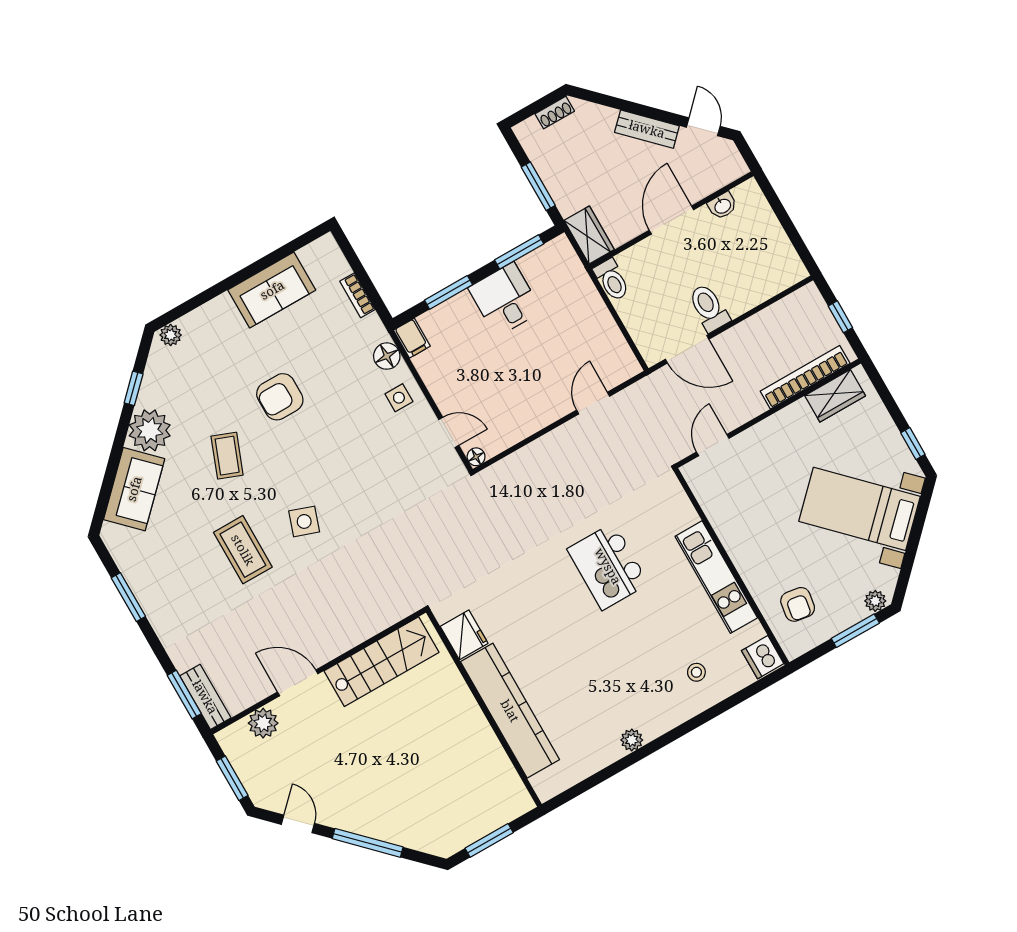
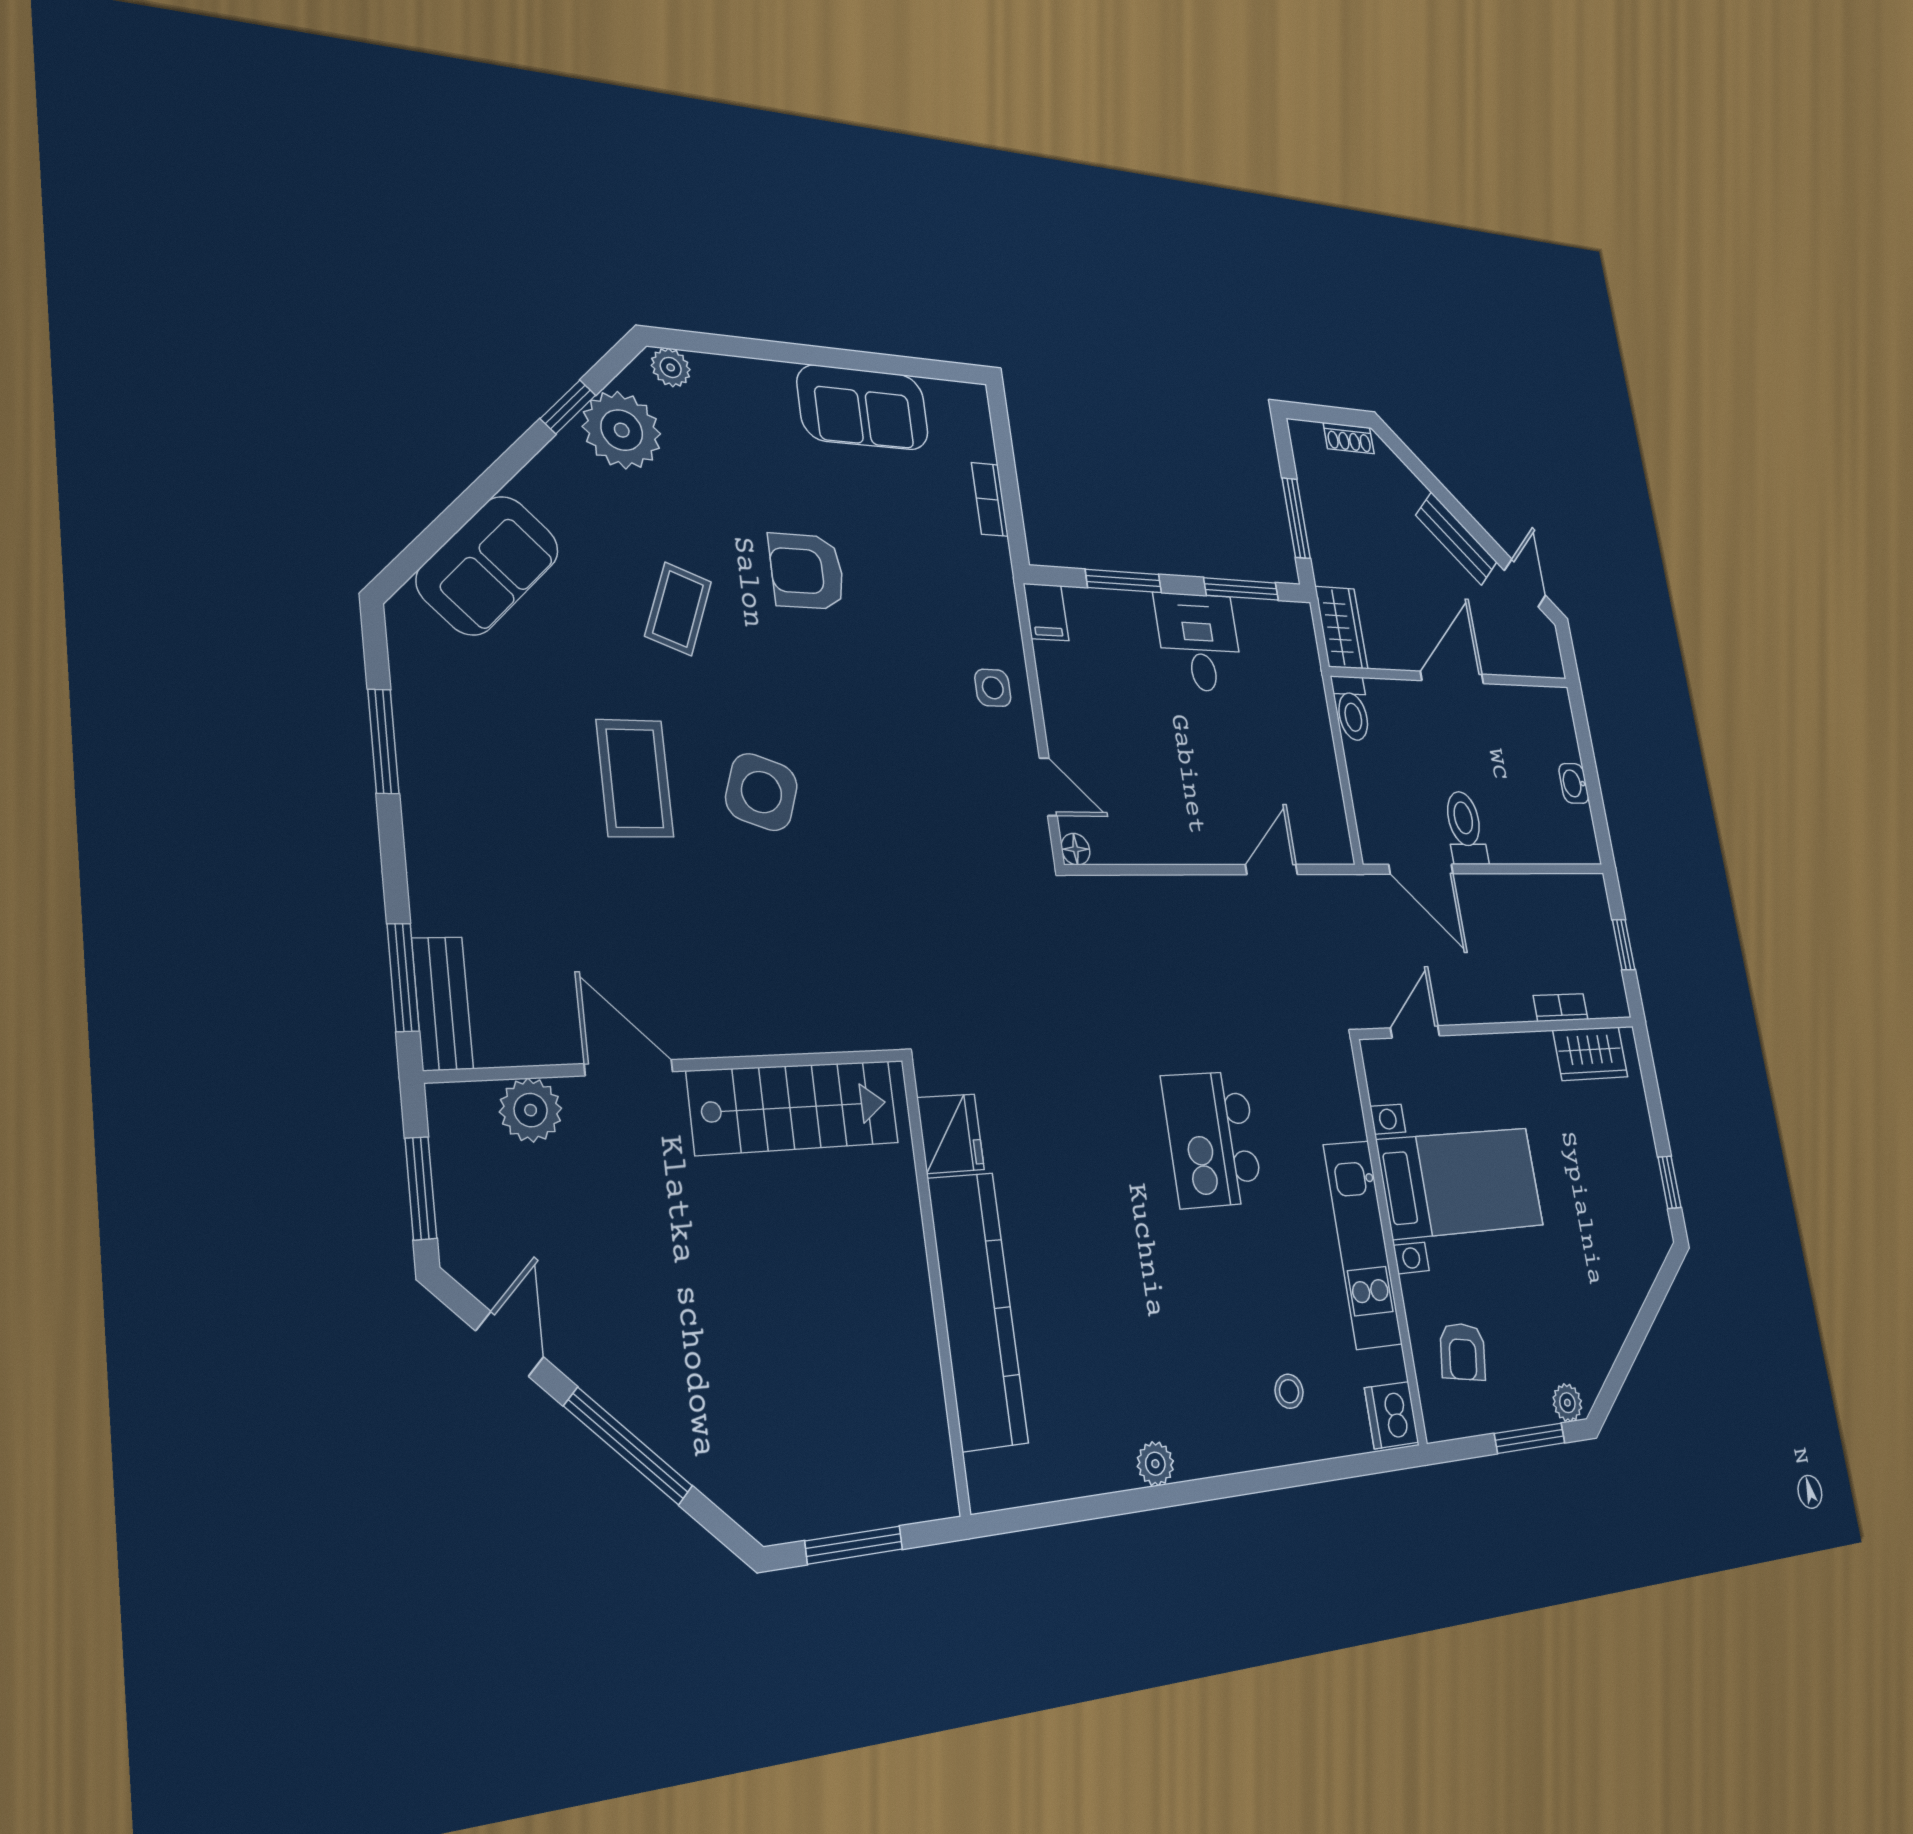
washbasin: (722, 206) -> (1574, 783), moved, turned 90
floor lamp: (387, 356) -> (999, 615), removed
bookcase: (805, 377) -> (1561, 1008), width x0.43, depth x0.76
plant: (150, 430) -> (622, 430), moved
bed with nightstands: (860, 509) -> (1461, 1183), moved, turned 135
side table: (304, 521) -> (761, 792), width x1.37, depth x1.37

